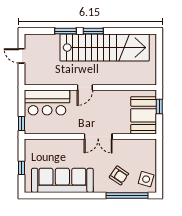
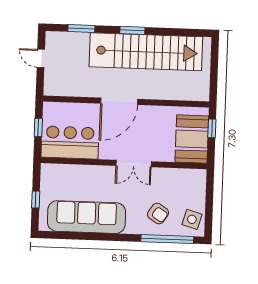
window: (65, 31) -> (81, 29), moved
door: (85, 88) -> (119, 101), width x1.87
bar counter: (47, 102) -> (70, 142), moved, turned 180
window: (22, 123) -> (38, 128), moved

